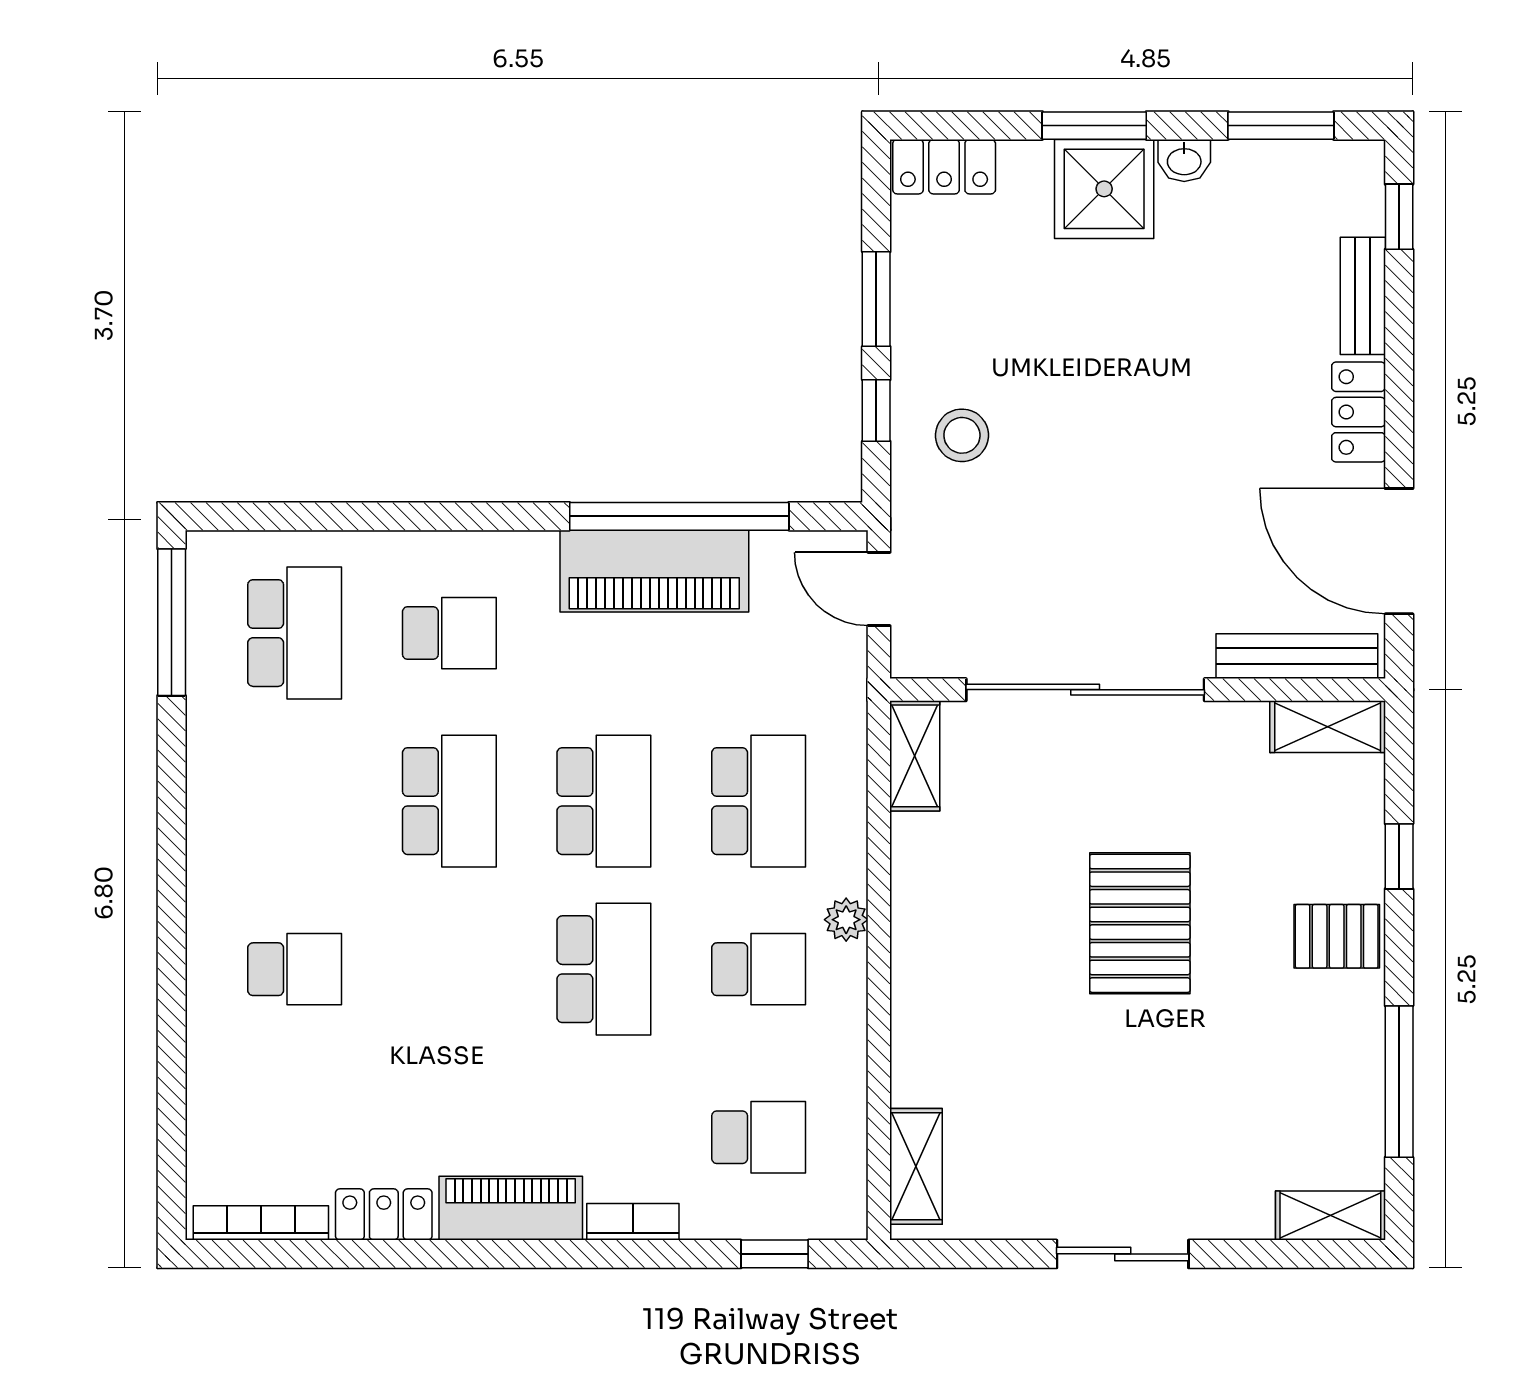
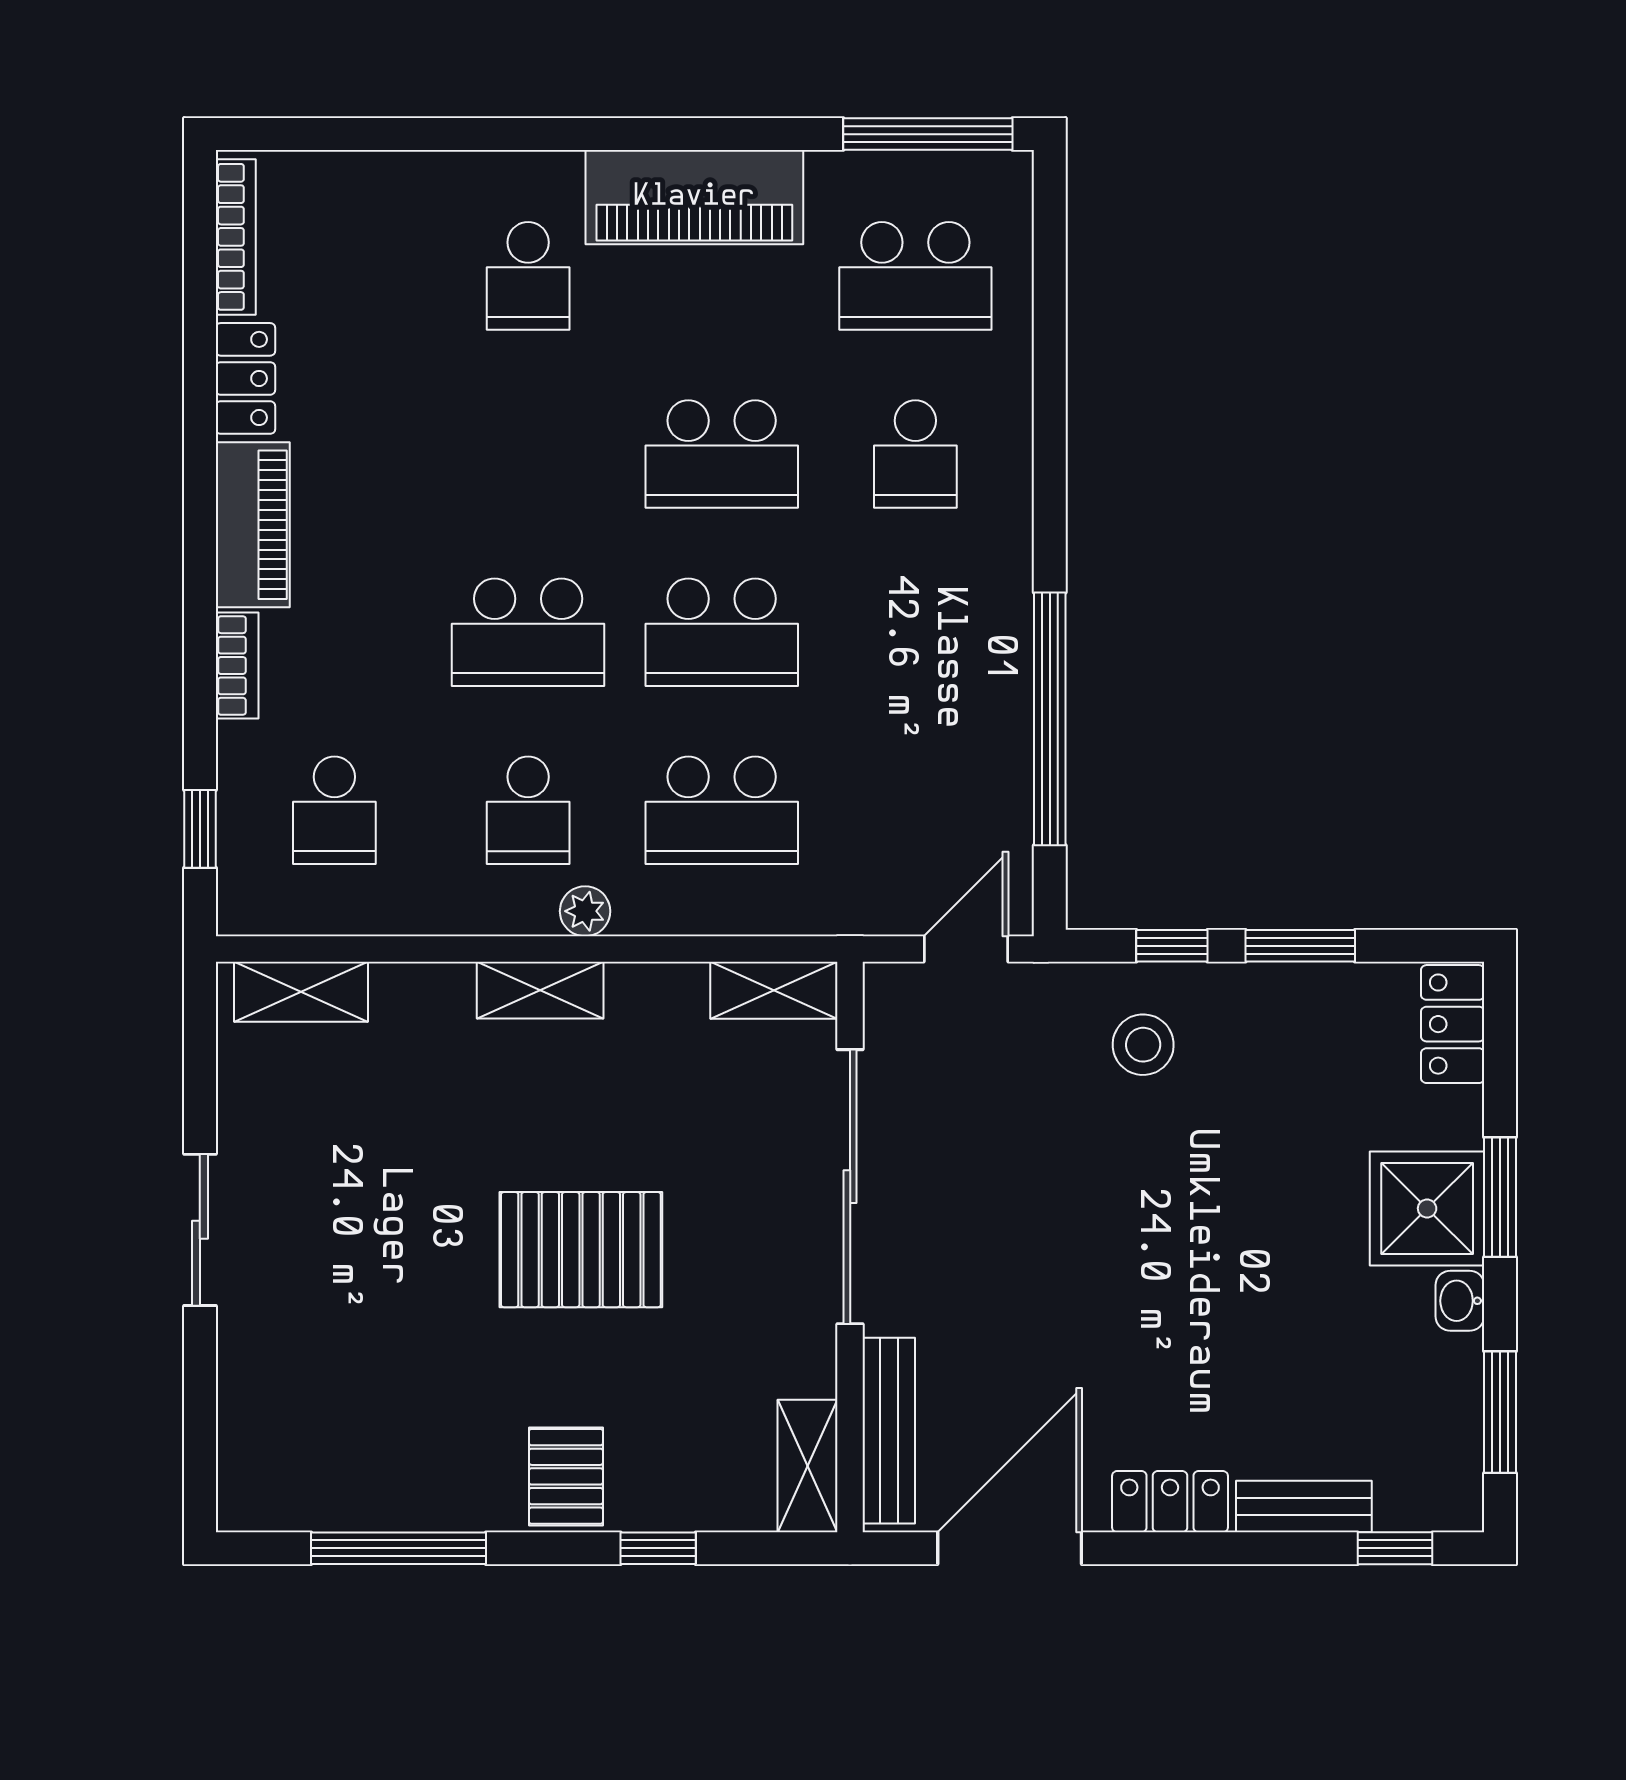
piano: (654, 571) -> (694, 197), moved, turned -90
shelving: (1330, 1215) -> (540, 990), moved, turned 90

